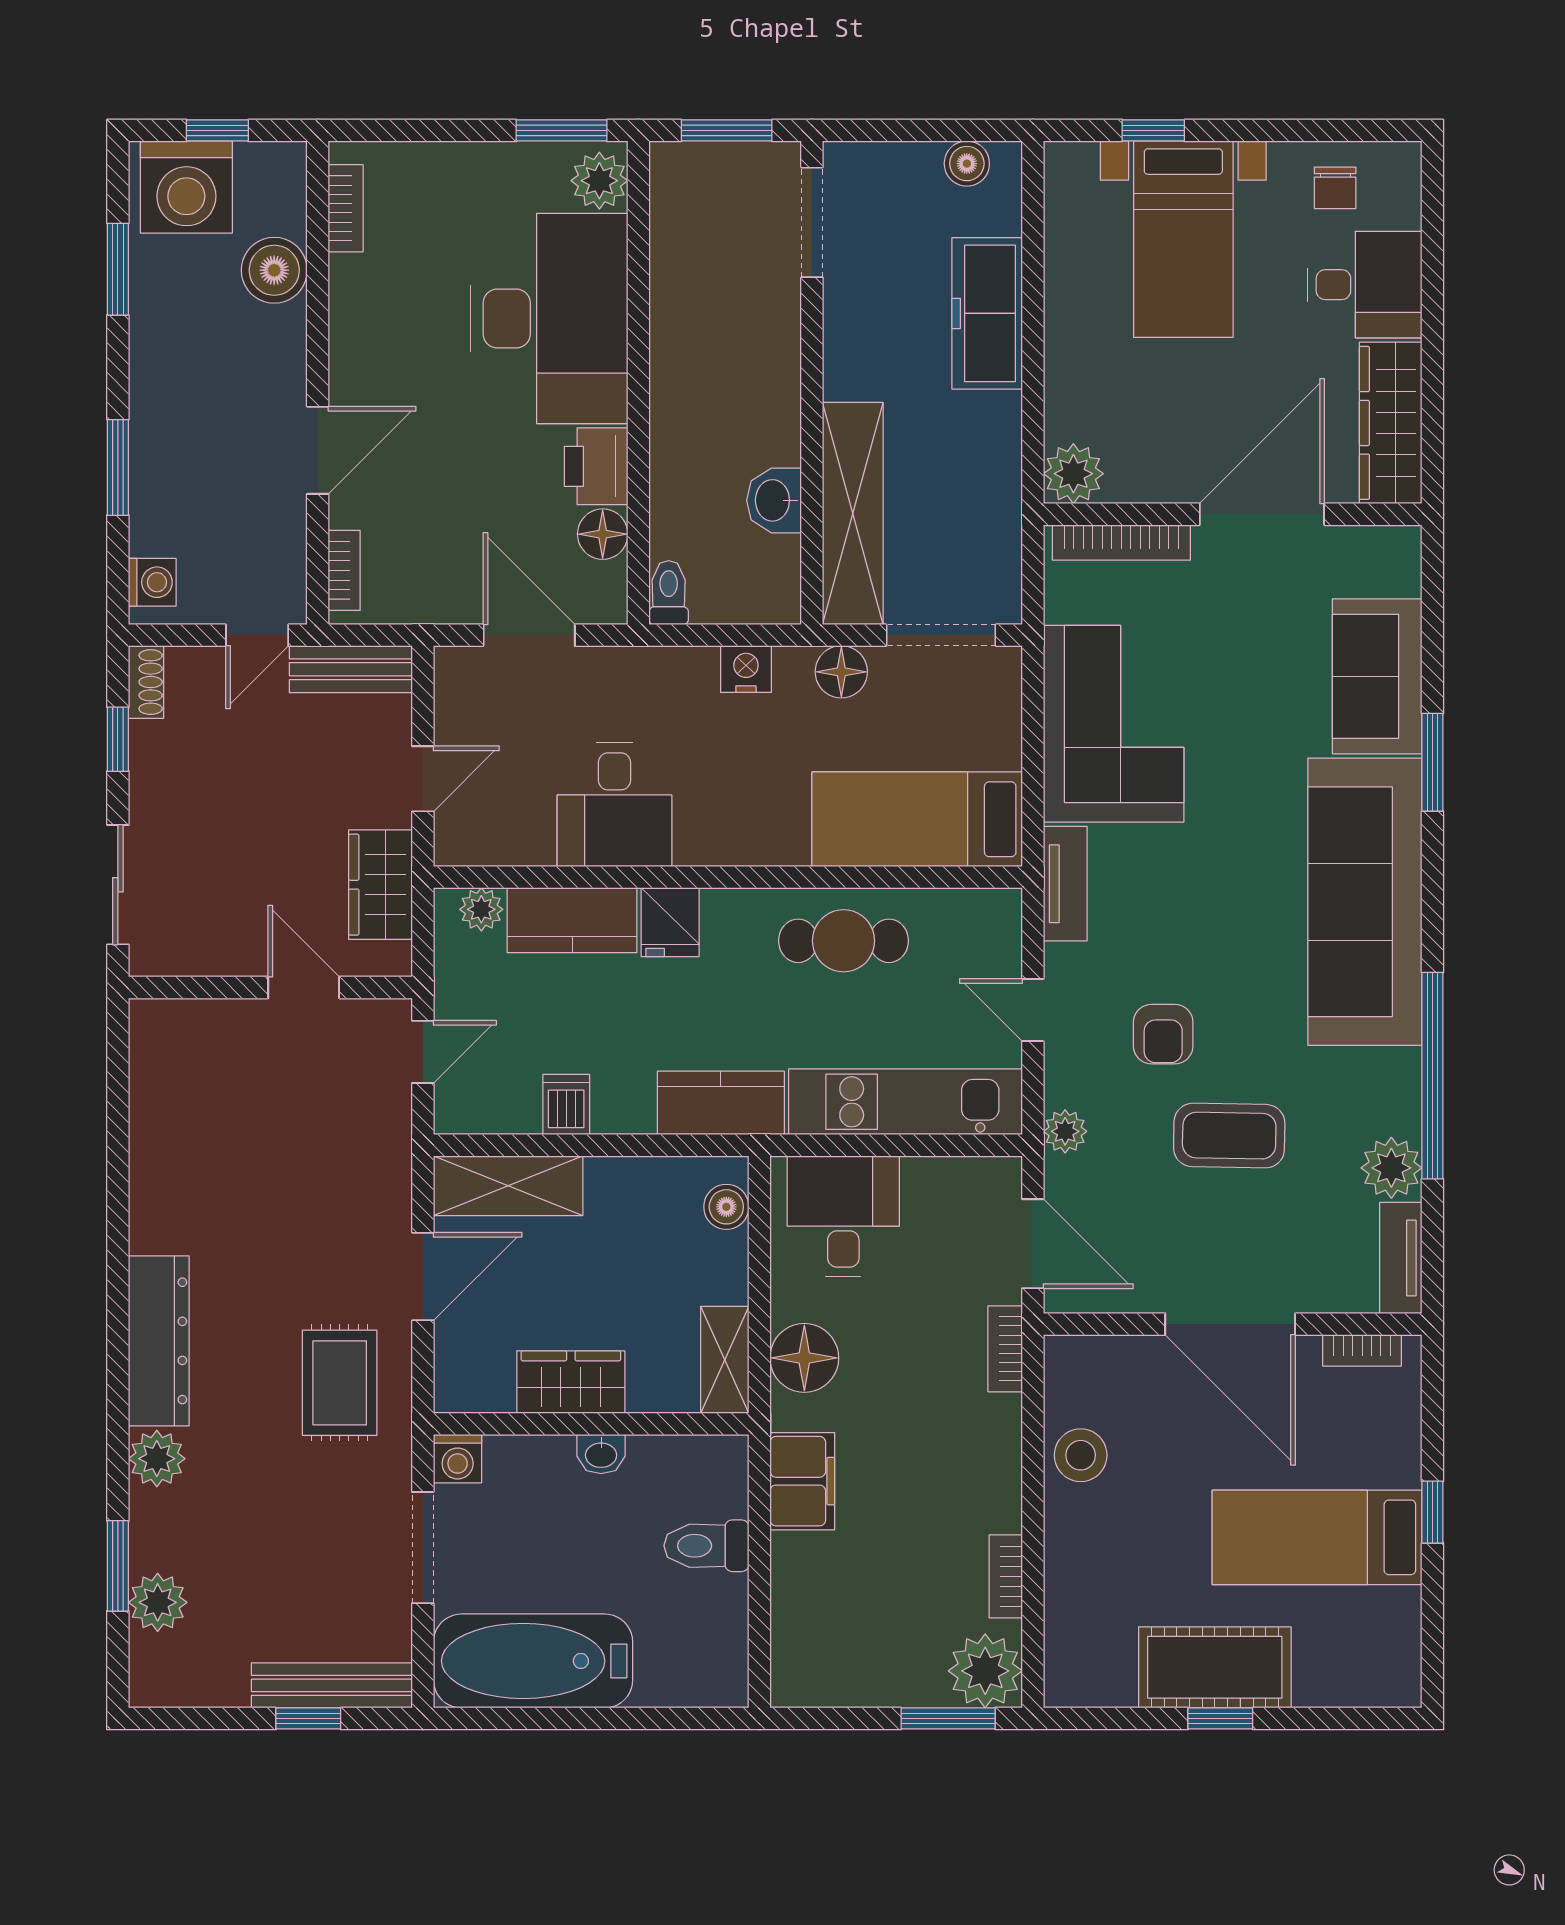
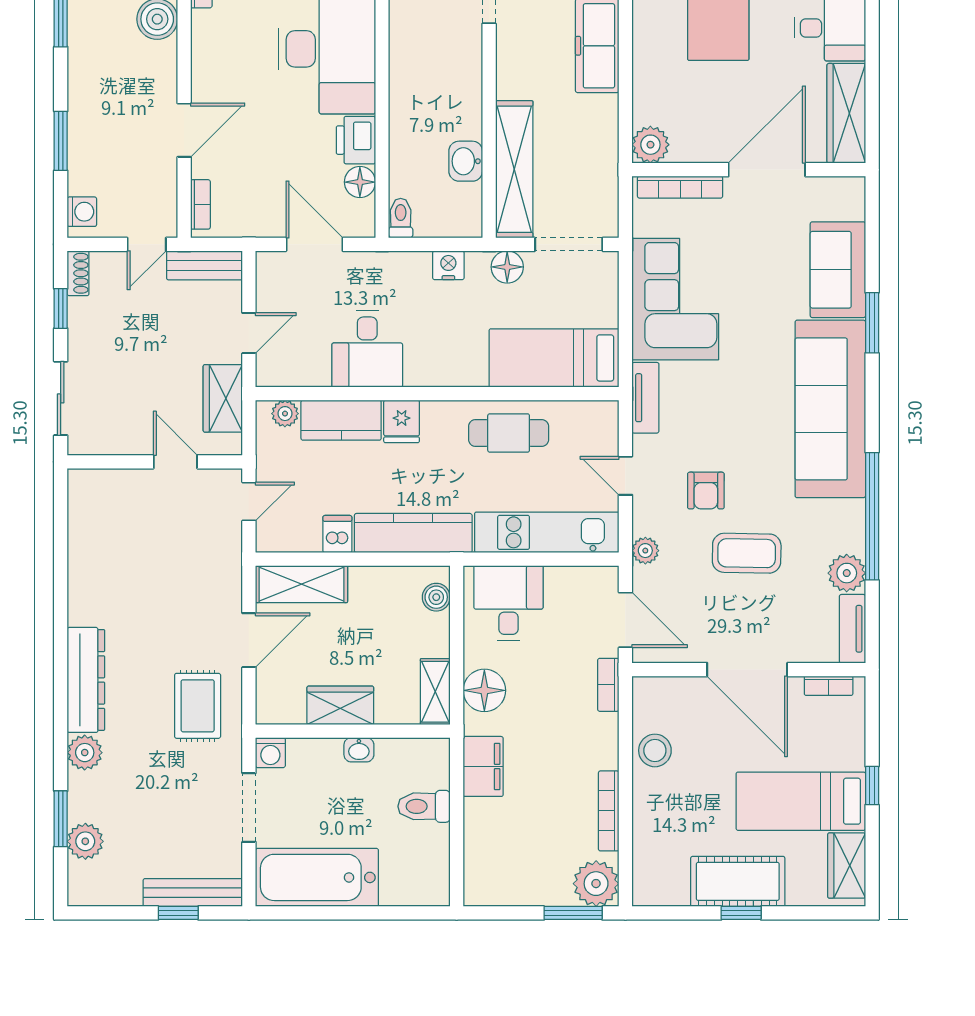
kitchen counter: (721, 1103) -> (413, 533), width x1.50
bookcase: (1006, 1576) -> (609, 811), width x1.56
wardrobe: (1391, 1642) -> (847, 866), added

